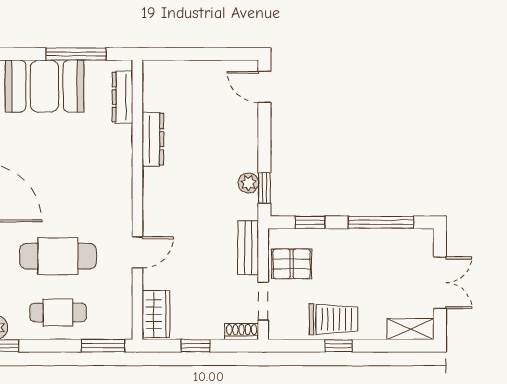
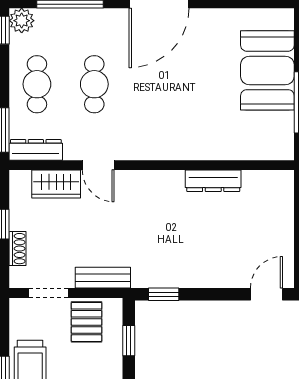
dresser: (122, 97) -> (36, 150), moved
plant: (248, 183) -> (169, 278), removed
cafe table: (58, 256) -> (94, 84), width x0.73, depth x0.74
wardrobe: (156, 314) -> (56, 184), moved
shoe rack: (242, 332) -> (18, 249), moved

